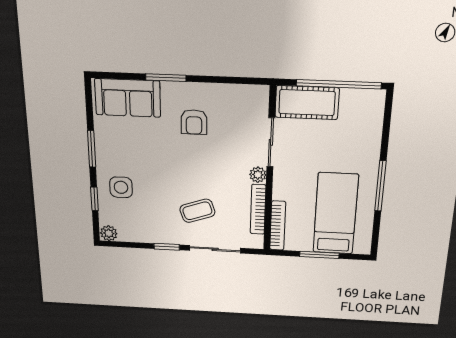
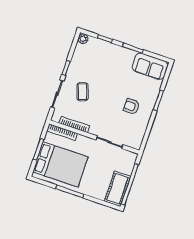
sofa: (128, 98) -> (150, 66), moved, turned -90
cot: (307, 103) -> (118, 189), moved
plant: (258, 175) -> (94, 130), removed
side table: (121, 187) -> (107, 56), removed
bed: (336, 214) -> (60, 164), width x1.50

